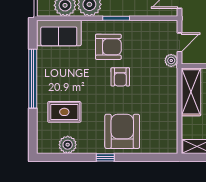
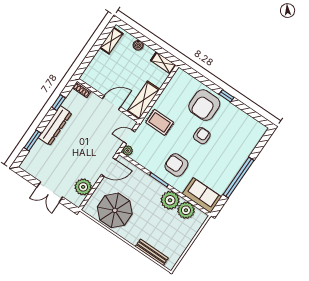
plant: (171, 60) -> (128, 151), moved
armchair: (120, 77) -> (202, 136), moved
rug: (64, 112) -> (160, 122), moved
plant: (68, 145) -> (245, 120), removed

